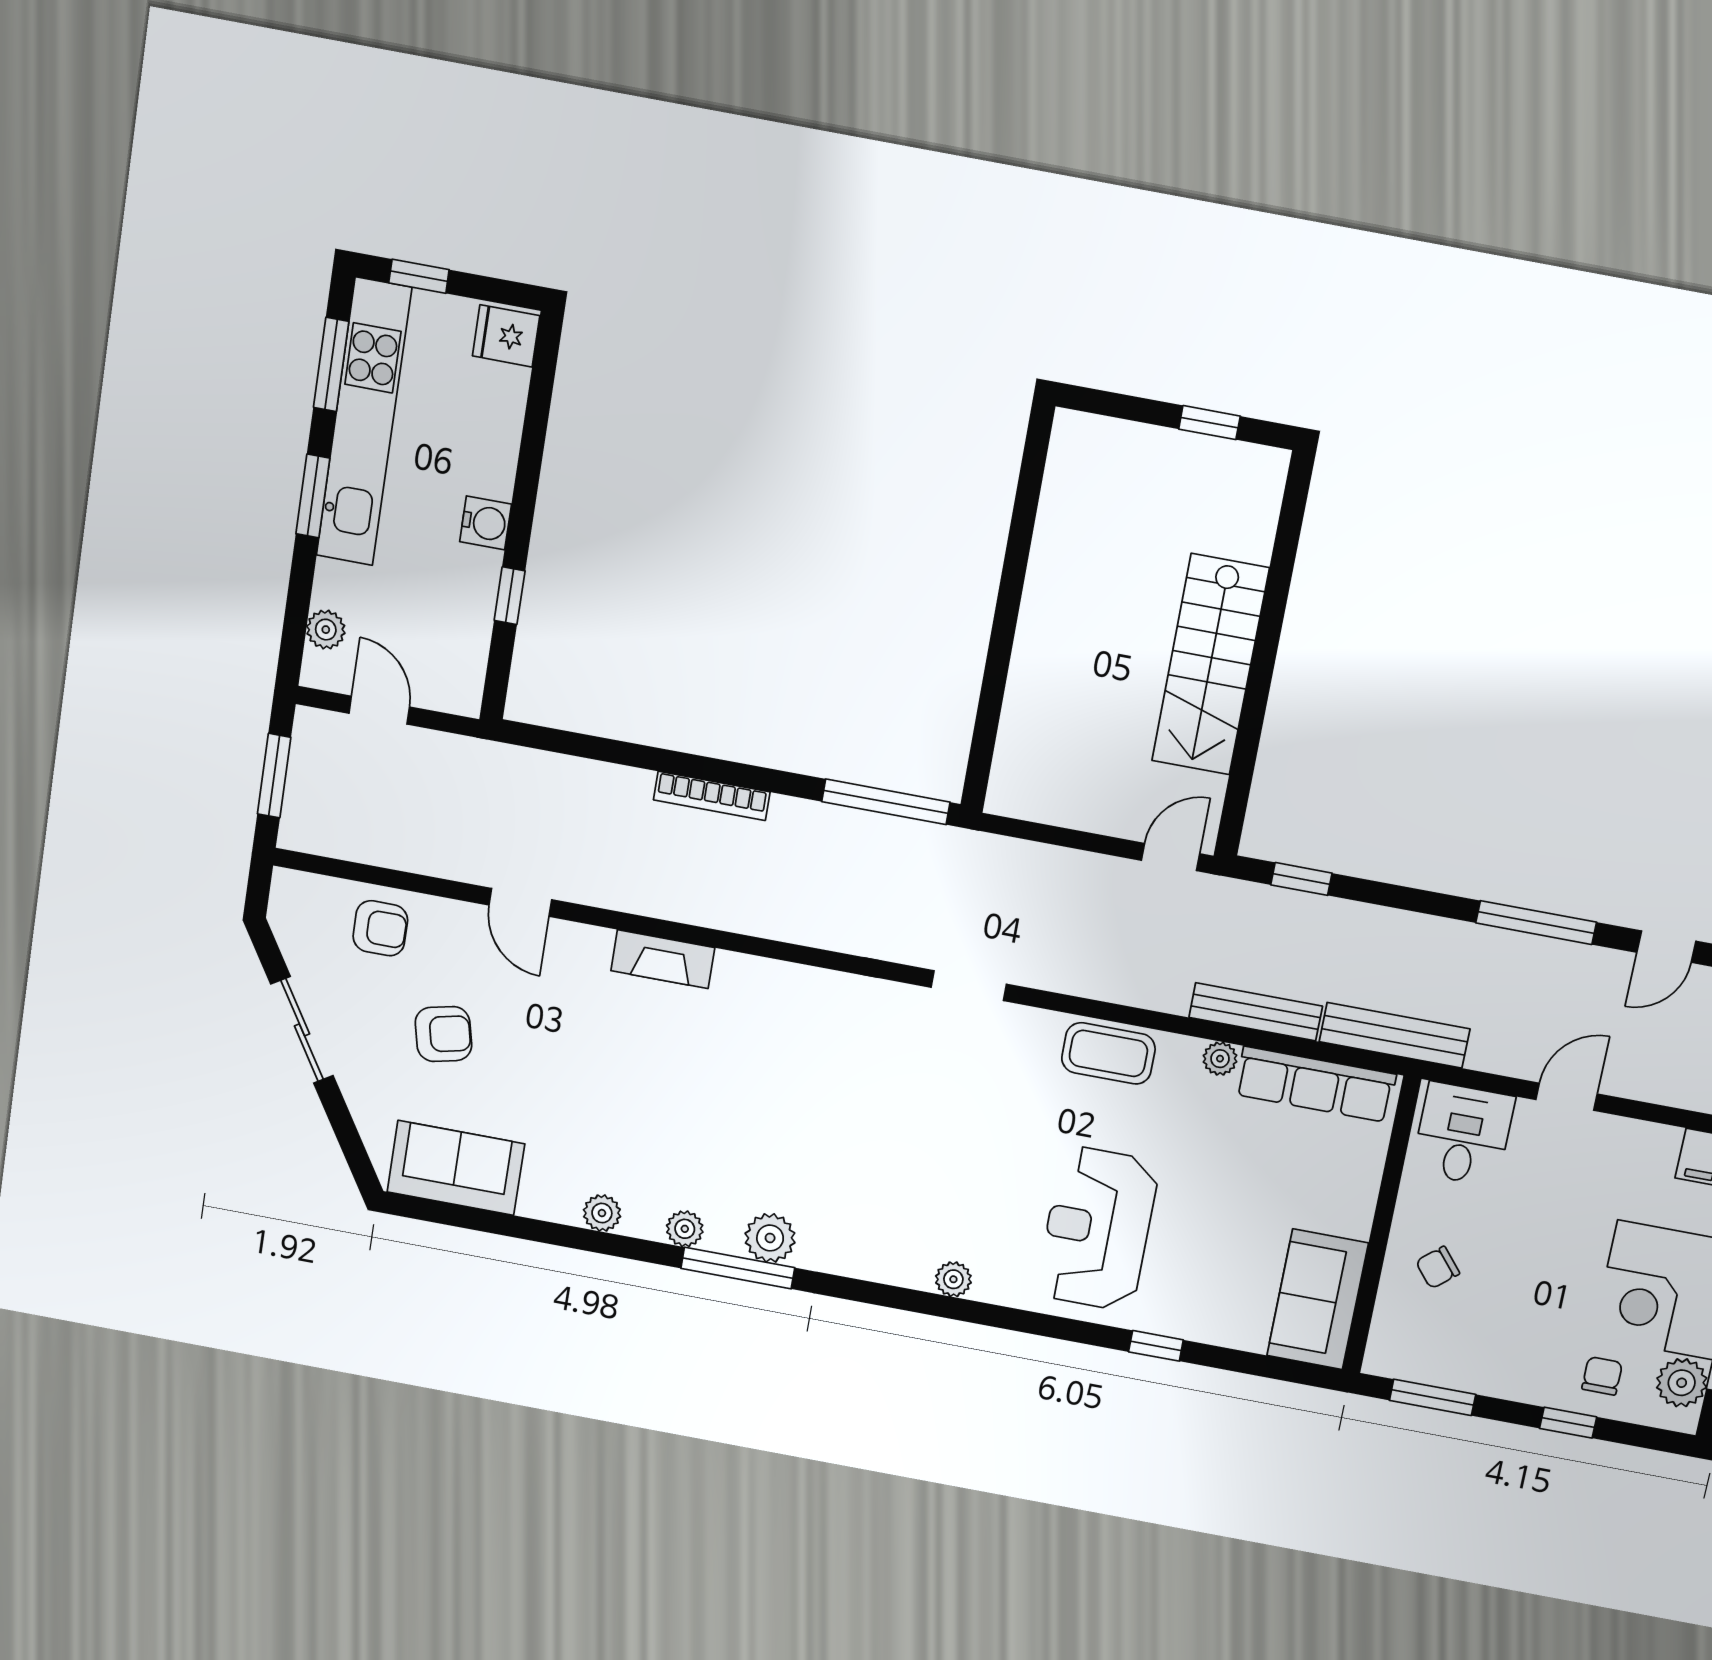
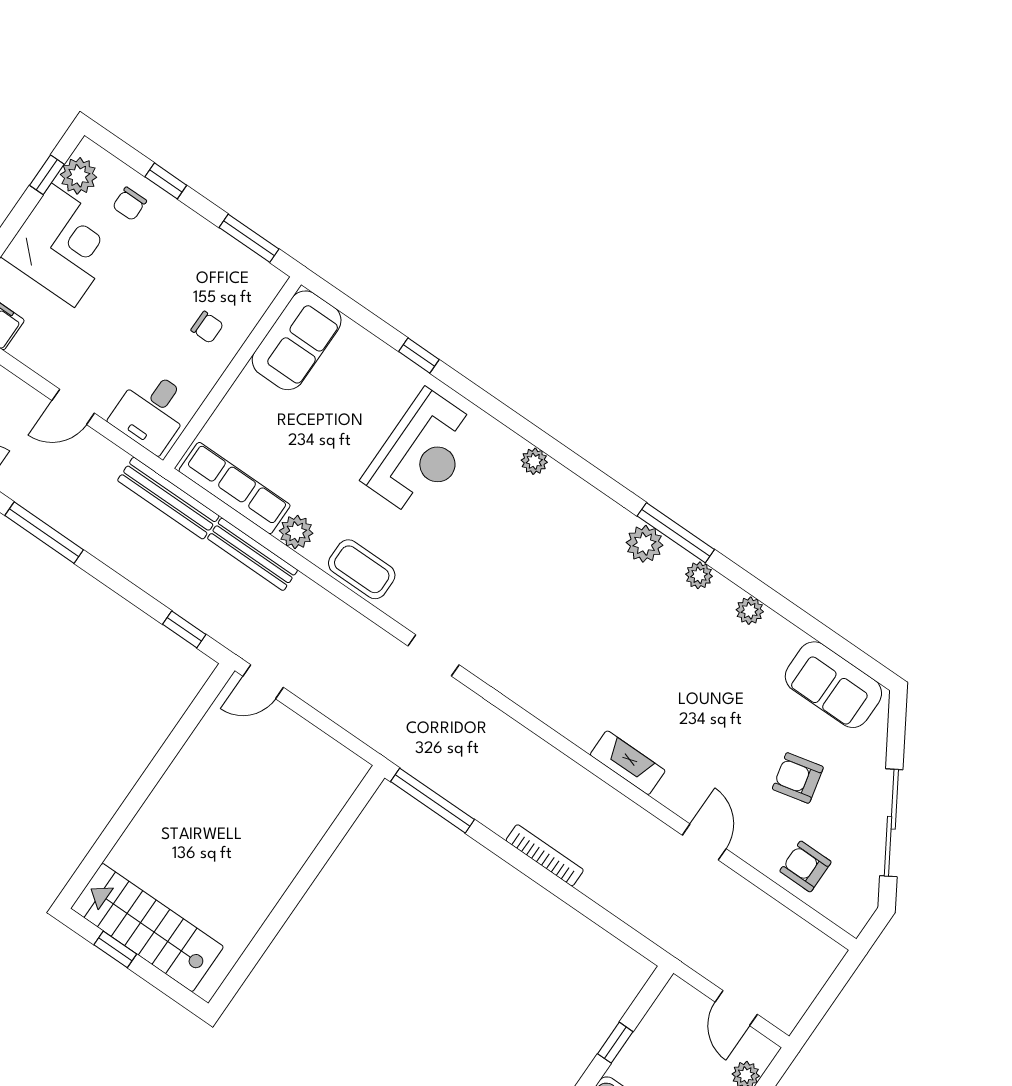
stairs: (1210, 665) -> (147, 927), moved, turned -90
window: (274, 776) -> (827, 997), removed
sliding door: (302, 1030) -> (891, 823), width x1.37
plant: (1220, 1059) -> (296, 532), width x1.38, depth x1.38
chair: (1438, 1267) -> (207, 327), turned 40

